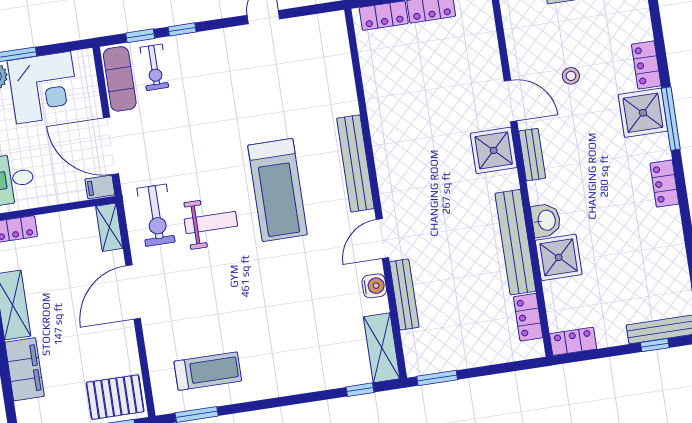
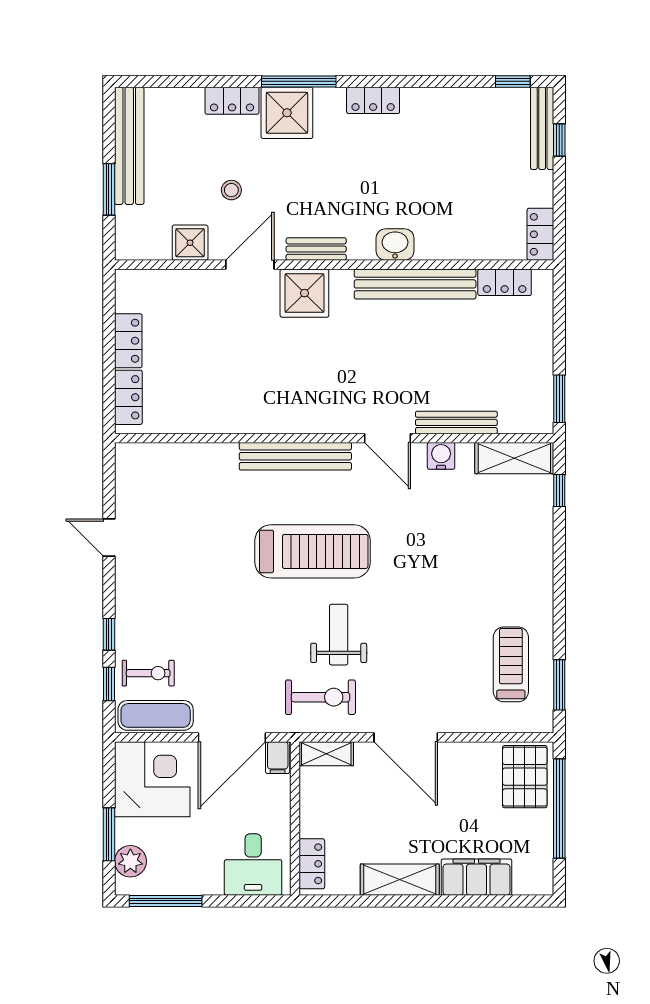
corner desk: (44, 88) -> (152, 779), moved
shower: (559, 257) -> (190, 243), moved, width x0.73, depth x0.73

